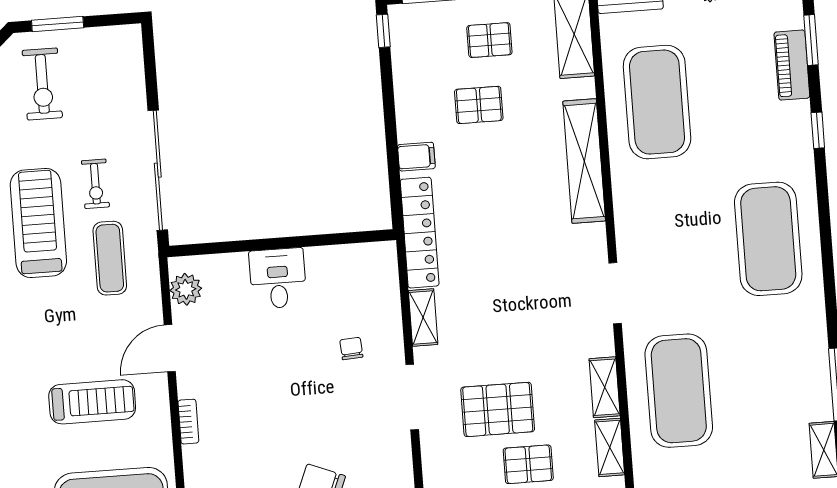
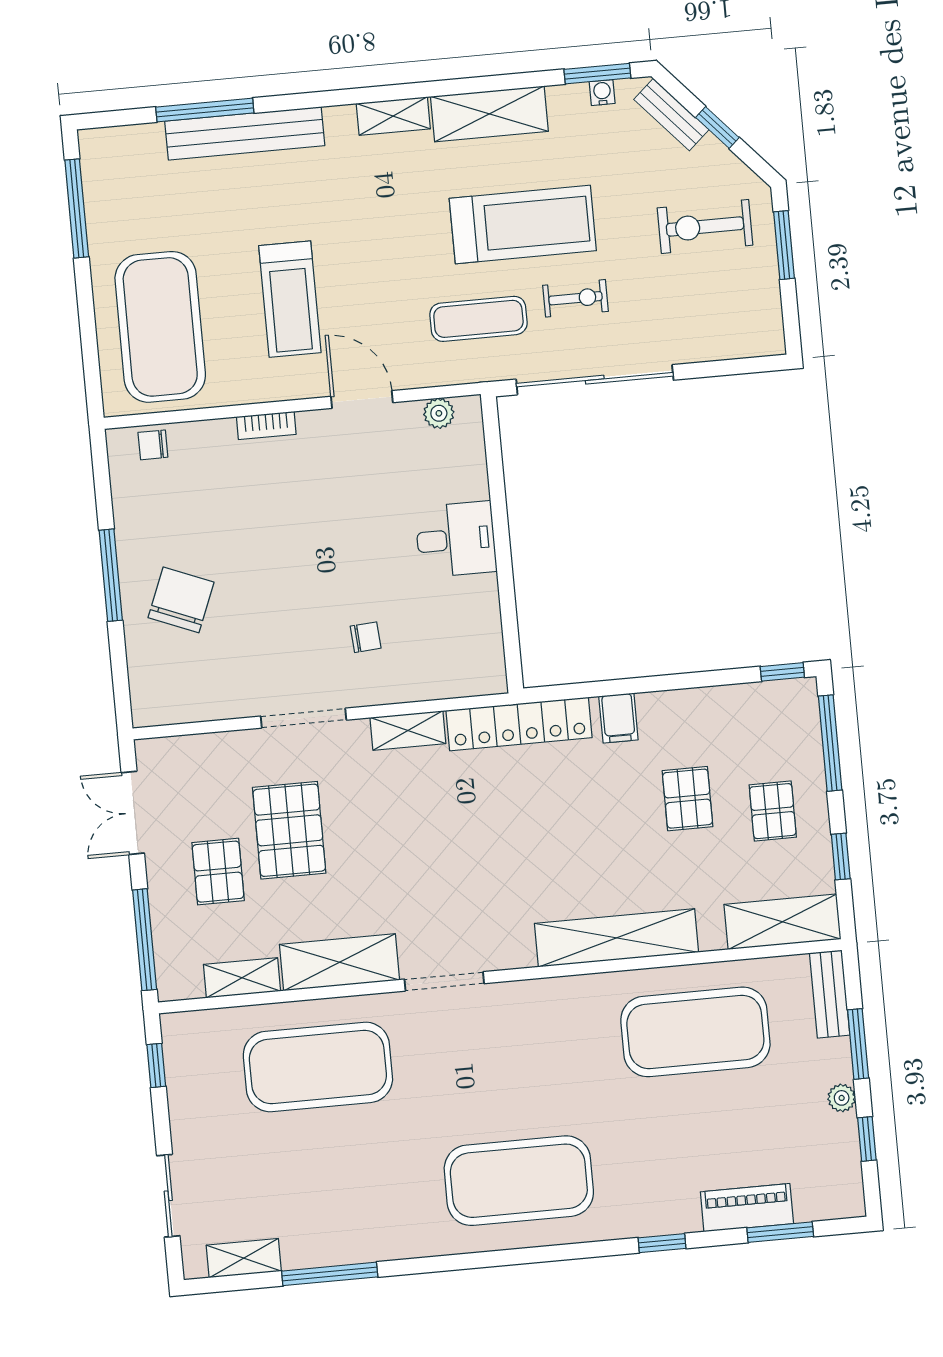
exercise bike: (95, 184) -> (576, 298), turned 180
plant: (186, 289) -> (439, 413), width x0.73, depth x0.73
shelving: (605, 387) -> (339, 962), width x1.50, depth x1.33

